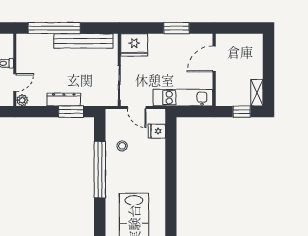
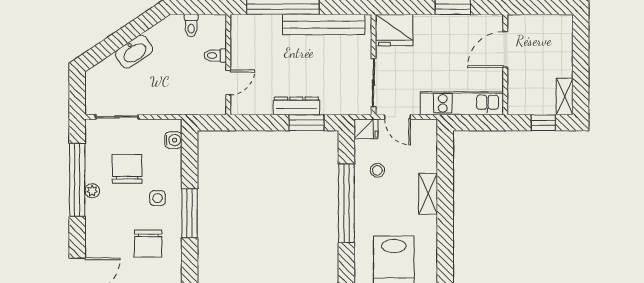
plant: (22, 100) -> (239, 107), removed
fridge: (157, 131) -> (366, 129), moved, turned 180
shelving: (159, 163) -> (428, 194), added

